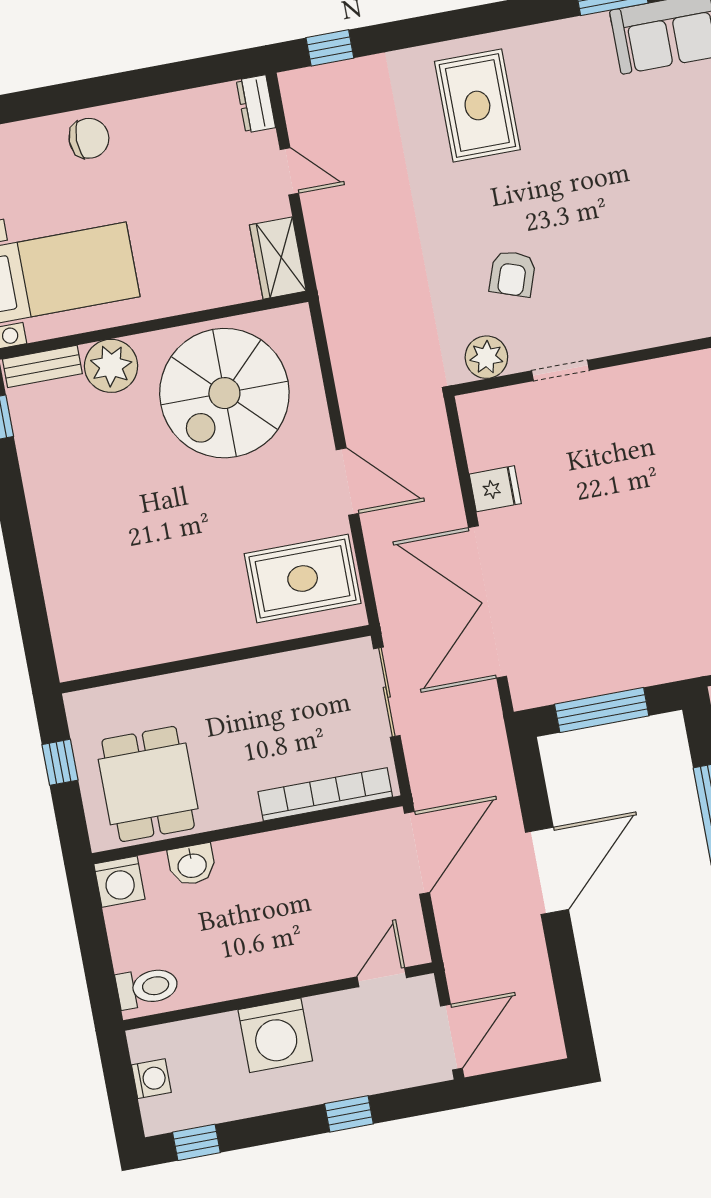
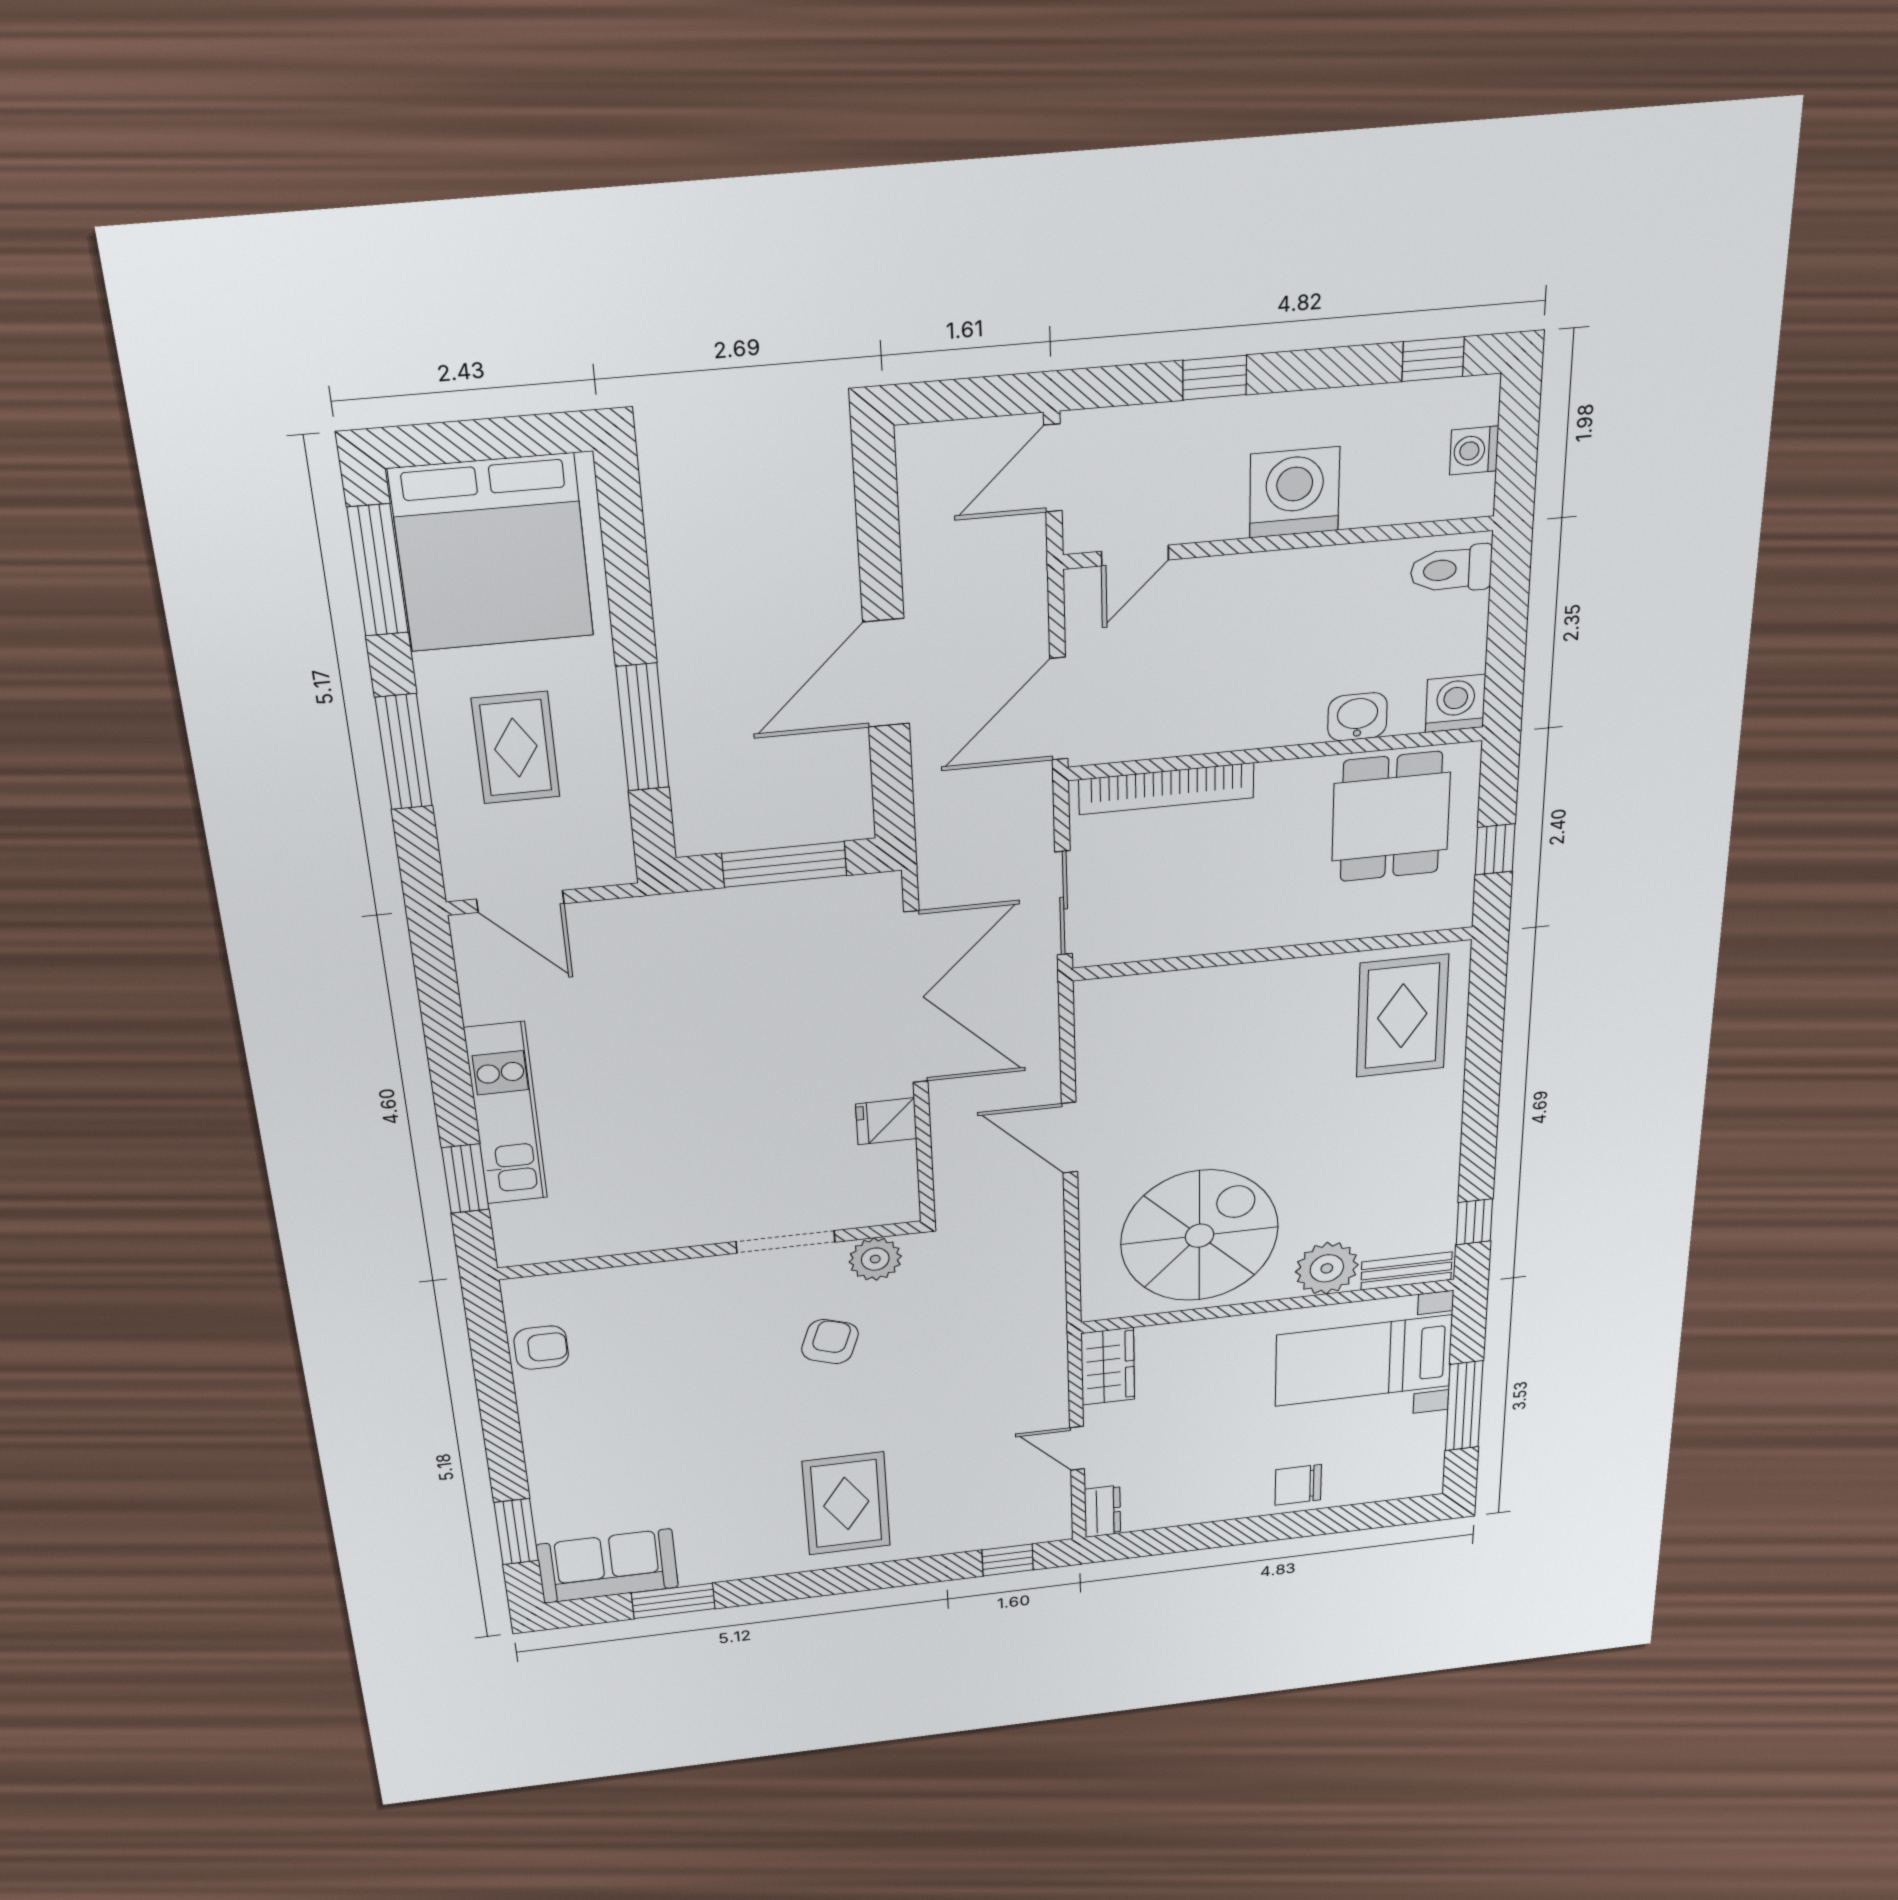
doorway: (560, 370) -> (786, 1242), width x1.38
rug: (303, 579) -> (1402, 1016), moved, turned 90

